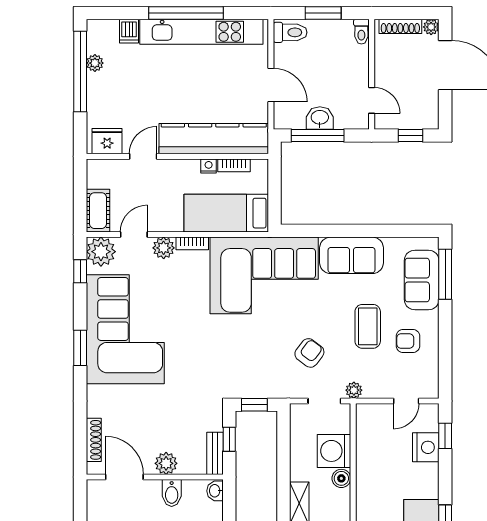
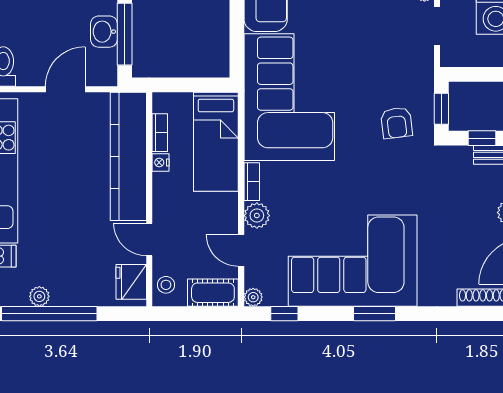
stool: (105, 171) -> (166, 285), added
plant: (101, 252) -> (253, 297), width x0.53, depth x0.53
armchair: (309, 353) -> (396, 123), moved, turned -134

